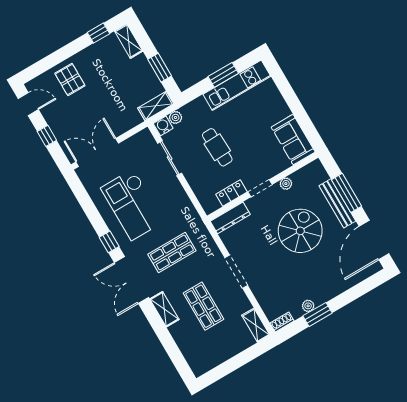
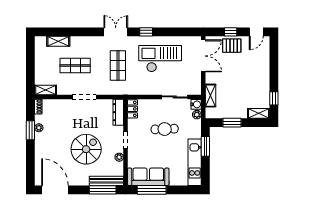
window: (223, 75) -> (205, 146), moved
pallet: (70, 80) -> (232, 46), moved
shelving: (156, 106) -> (211, 96), moved
window: (303, 119) -> (152, 190), added
sofa: (293, 140) -> (148, 177), width x1.36
locker: (231, 193) -> (132, 109), moved
window: (346, 193) -> (103, 190), moved
bench: (337, 203) -> (106, 181), moved
spiral stairs: (300, 231) -> (86, 149), turned -90
double door: (131, 280) -> (116, 32), width x0.73
shelving: (164, 309) -> (58, 41), moved

